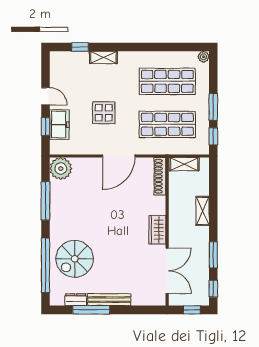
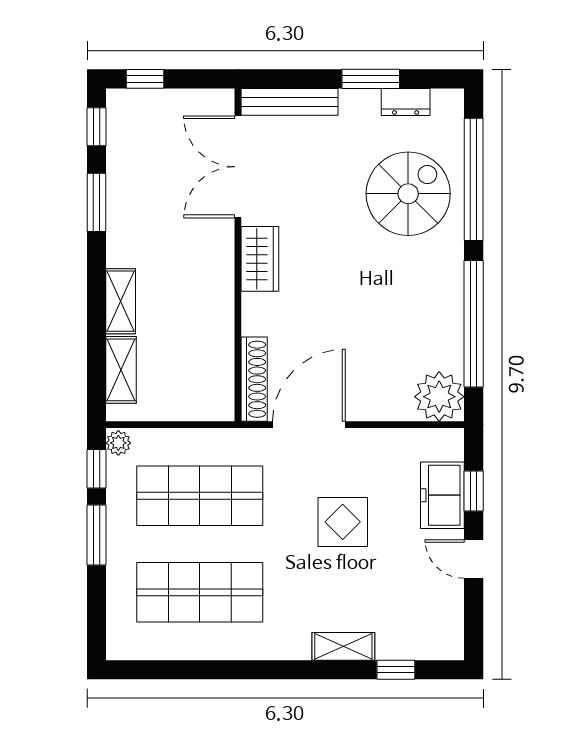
plant: (204, 57) -> (118, 443), moved
shelving: (184, 164) -> (121, 370), moved, turned 90
shoe rack: (160, 176) -> (254, 379), moved
window: (45, 201) -> (474, 324), width x1.46
wardrobe: (157, 230) -> (260, 259), moved
wall: (167, 232) -> (238, 255), moved
double door: (167, 271) -> (238, 167), moved
bench: (109, 300) -> (289, 102), moved
window: (91, 310) -> (371, 79), width x0.69

